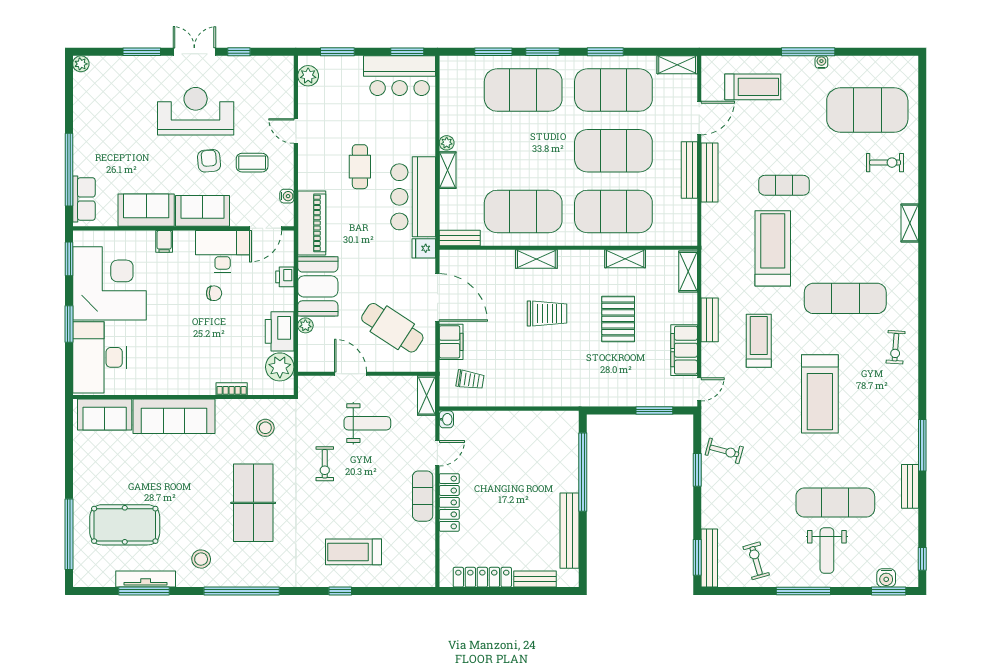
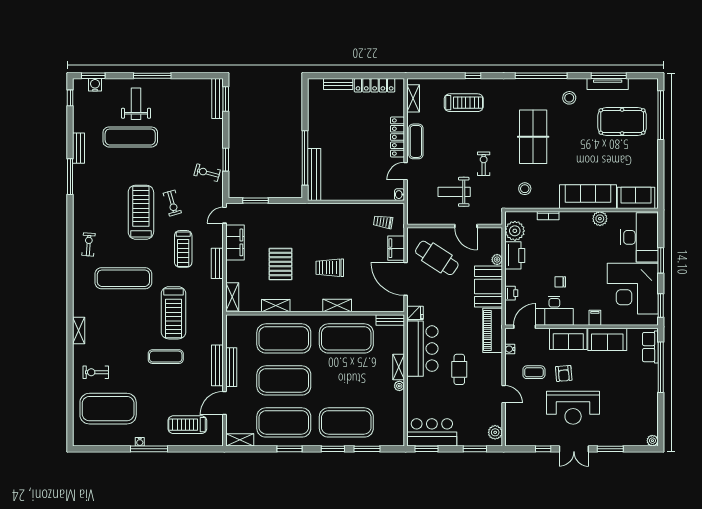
plant: (157, 385) -> (600, 219), added
shelving: (427, 396) -> (413, 98), moved
bench: (570, 531) -> (314, 174), moved
exercise bike: (756, 561) -> (172, 203), moved

